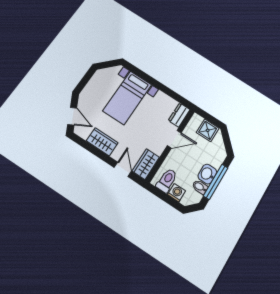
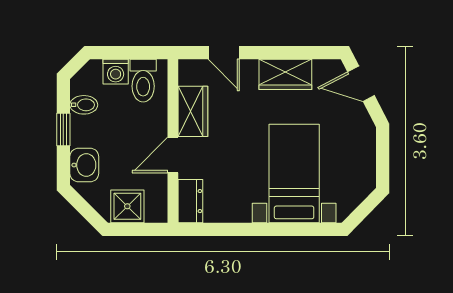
wardrobe: (146, 164) -> (193, 111), moved
washbasin: (207, 174) -> (84, 165), moved
window: (216, 182) -> (63, 129), width x0.46

